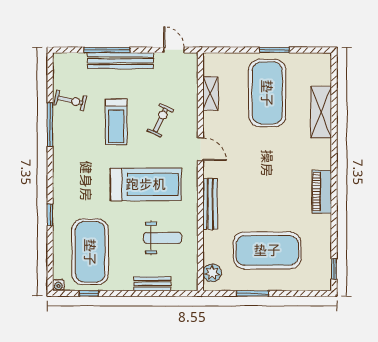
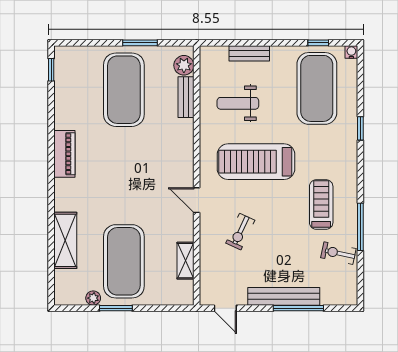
plant: (295, 59) -> (93, 298), added
treadmill: (116, 122) -> (321, 205), moved
bench: (210, 204) -> (186, 97), moved, width x0.73
exercise mat: (267, 250) -> (124, 90), turned 90

